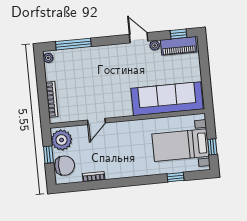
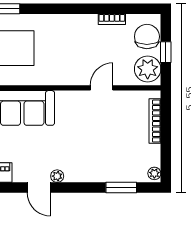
window: (73, 44) -> (121, 188), width x0.69
plant: (155, 45) -> (57, 176), moved
chair: (65, 166) -> (147, 37), turned 90

